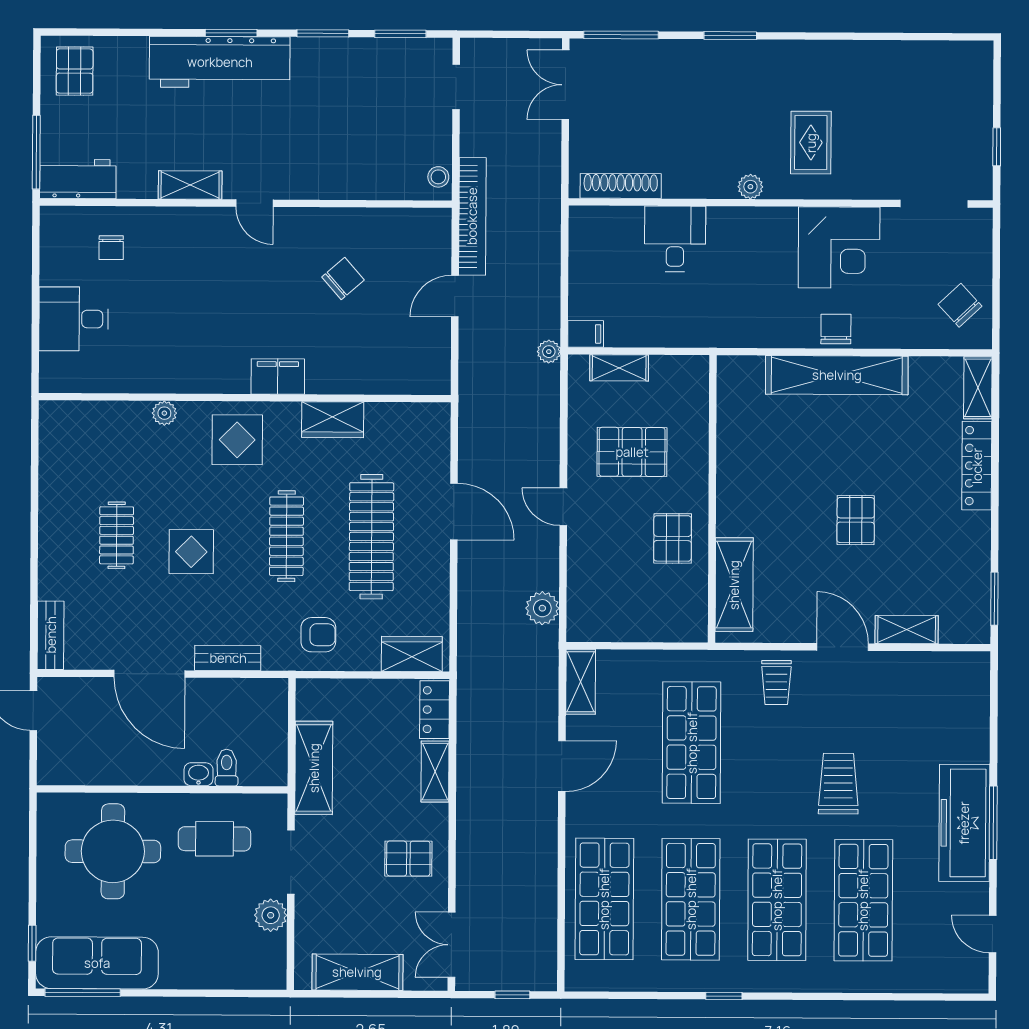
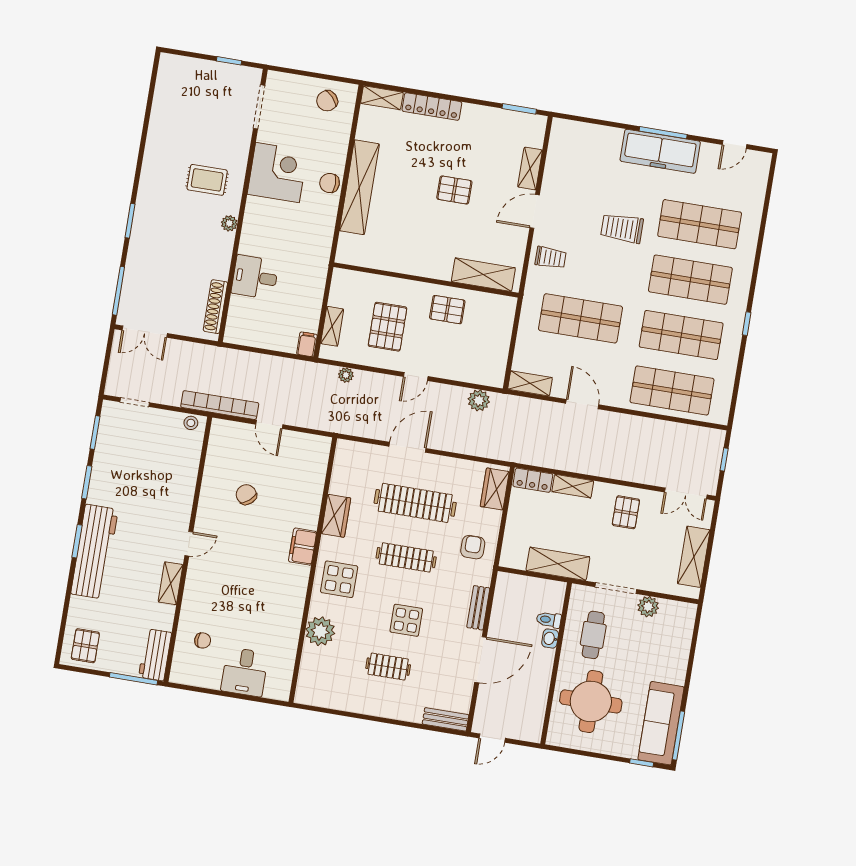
pallet: (75, 71) -> (85, 646), turned 90
plant: (549, 352) -> (346, 375), moved
plant: (164, 413) -> (320, 631), width x1.88, depth x1.88

